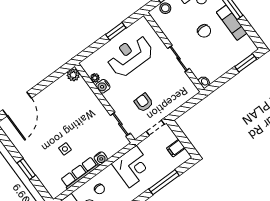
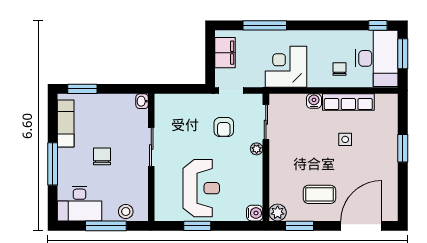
exam couch: (232, 23) -> (66, 124), moved
reception desk: (130, 56) -> (201, 188), turned -90
window: (54, 77) -> (300, 226), added
plant: (95, 78) -> (257, 149), moved
water cooler: (103, 86) -> (255, 213), moved
coffee table: (56, 104) -> (319, 194), added
filing cabinet: (176, 148) -> (225, 53), width x2.00

